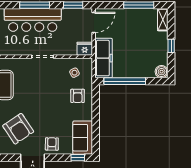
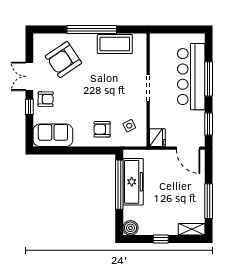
freezer: (104, 58) -> (133, 182), moved, turned -90
window: (78, 158) -> (29, 107), moved

